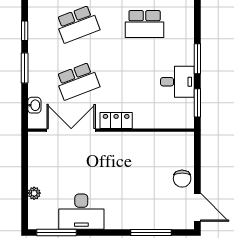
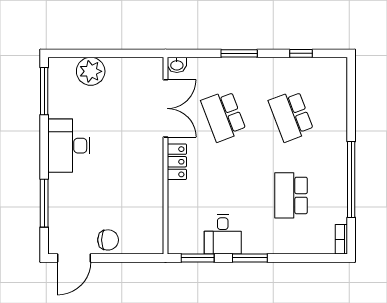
window: (25, 31) -> (301, 53), moved
washbasin: (34, 105) -> (177, 65), moved
chair: (182, 179) -> (108, 240), turned 180
plant: (34, 193) -> (91, 71), width x1.88, depth x1.88
desk: (81, 212) -> (69, 146), moved

